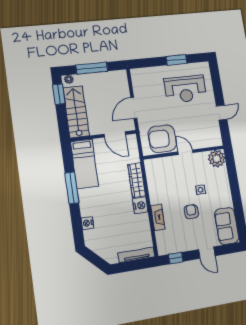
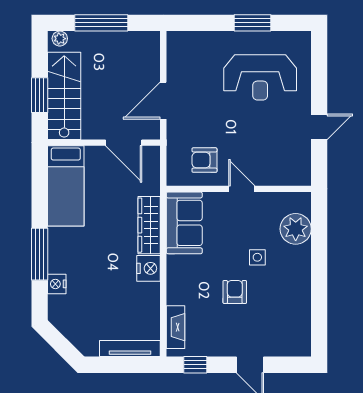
window: (59, 94) -> (40, 95), moved
armchair: (162, 139) -> (204, 160), width x0.53, depth x0.53
plant: (217, 159) -> (296, 229), moved
window: (72, 188) -> (40, 254), moved
fireplace: (158, 217) -> (175, 327), moved
sofa: (227, 226) -> (184, 223), moved, turned 180

